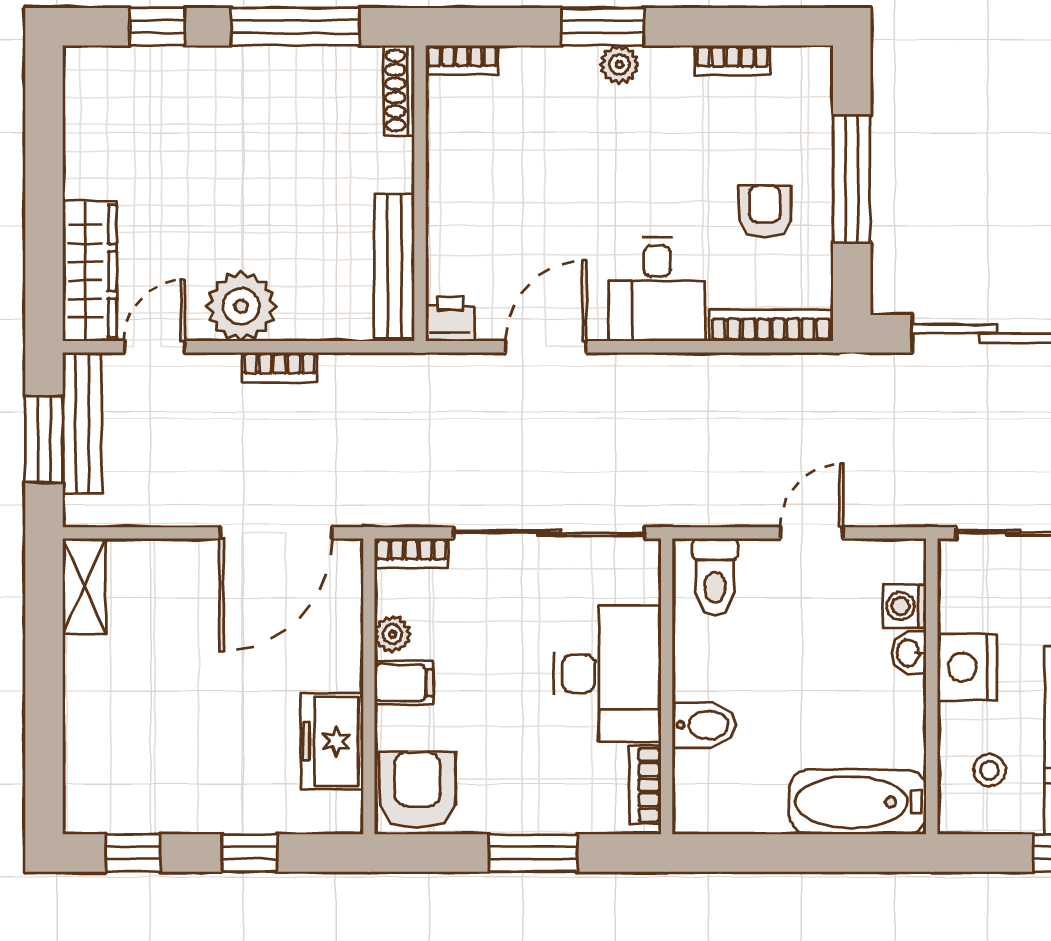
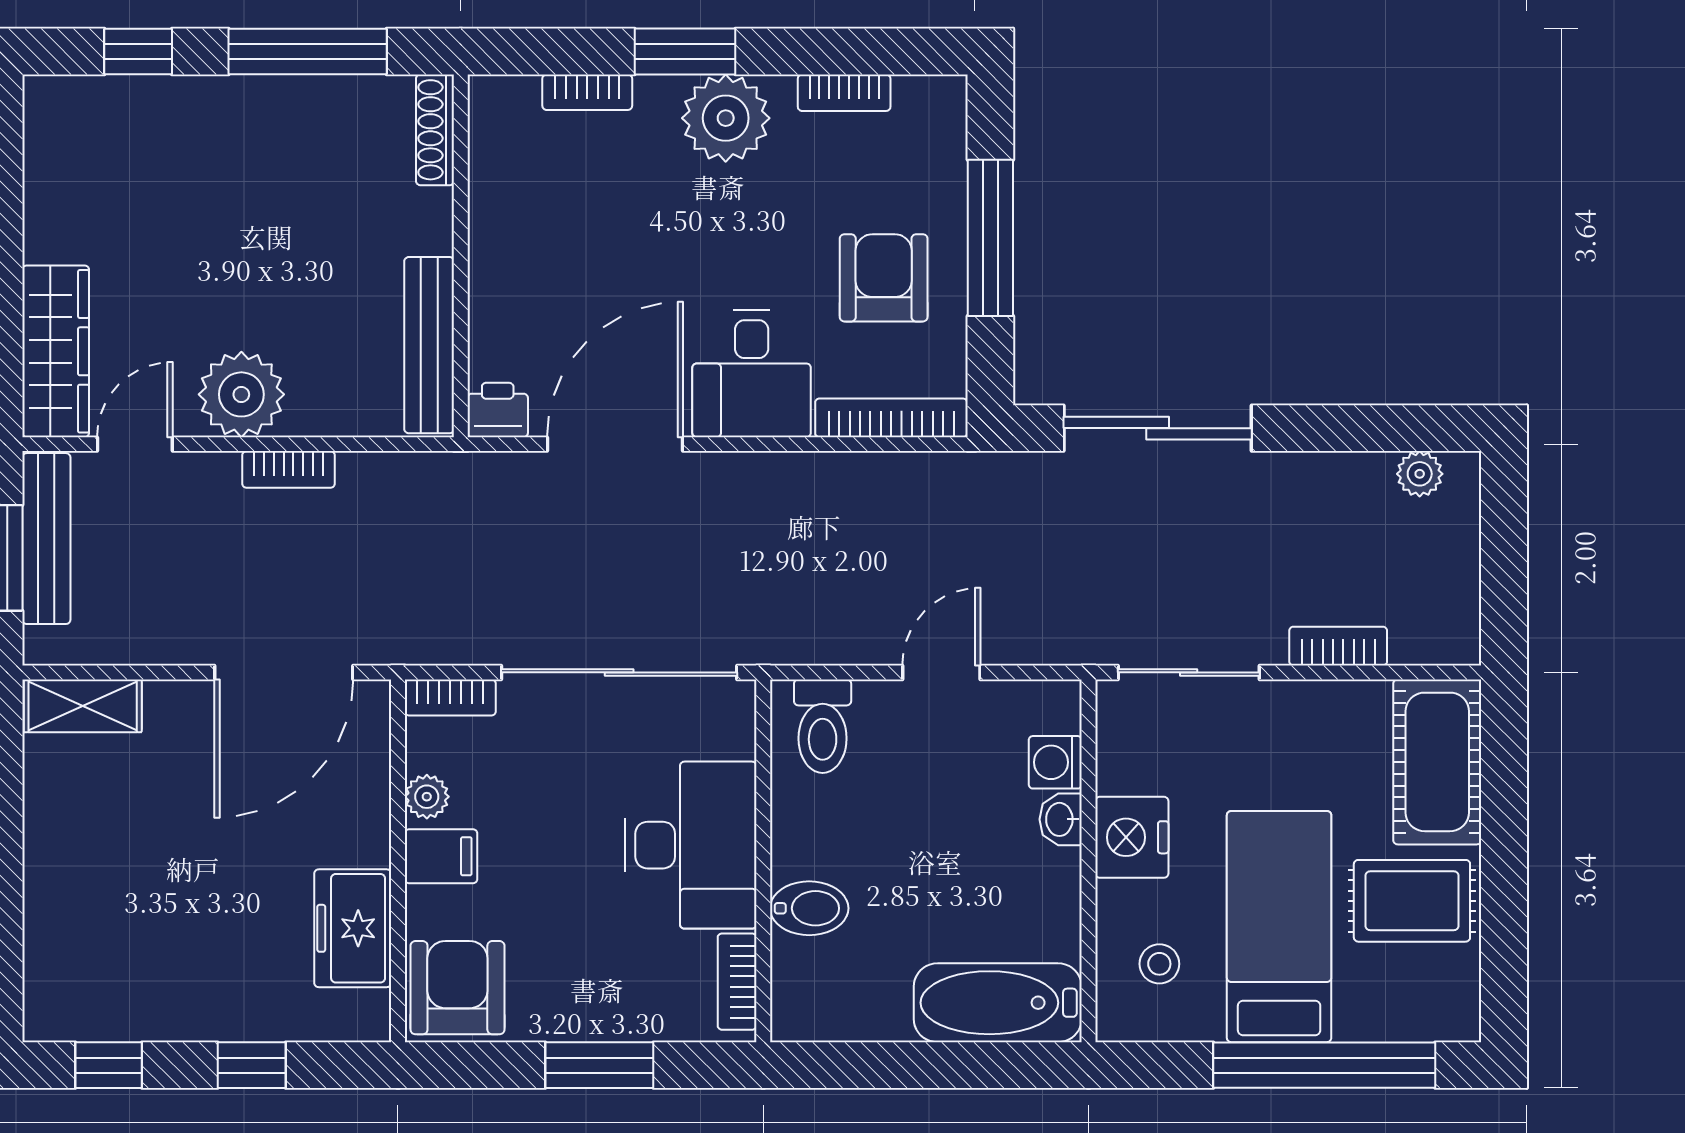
bookcase: (462, 60) -> (587, 92), moved
plant: (619, 64) -> (726, 118), width x1.87, depth x1.87
armchair: (765, 211) -> (884, 278), width x1.38, depth x1.38
door: (546, 347) -> (615, 444), width x1.36
shelving: (84, 586) -> (83, 706), moved, turned 90

